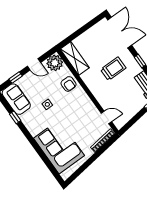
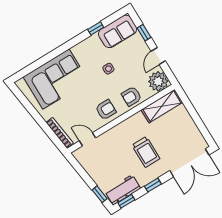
armchair: (81, 104) -> (106, 110), added
door: (106, 117) -> (88, 139), swing flipped

